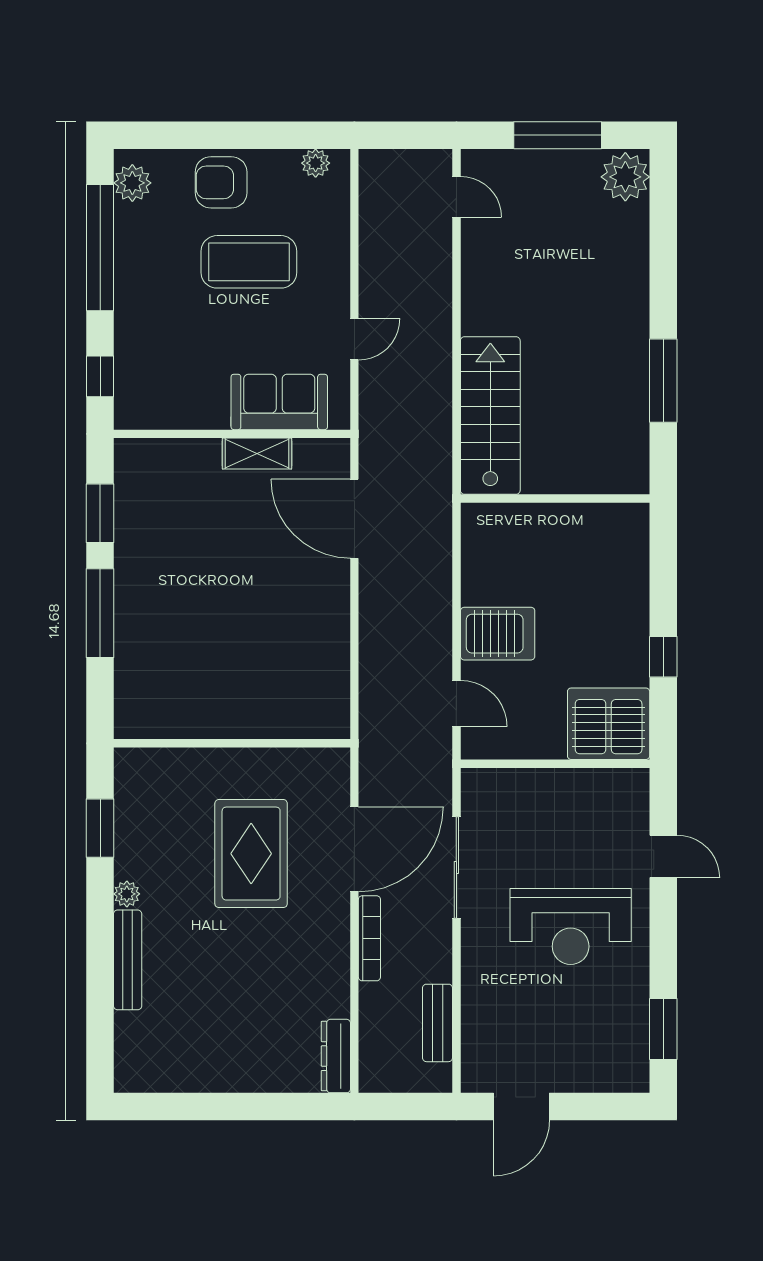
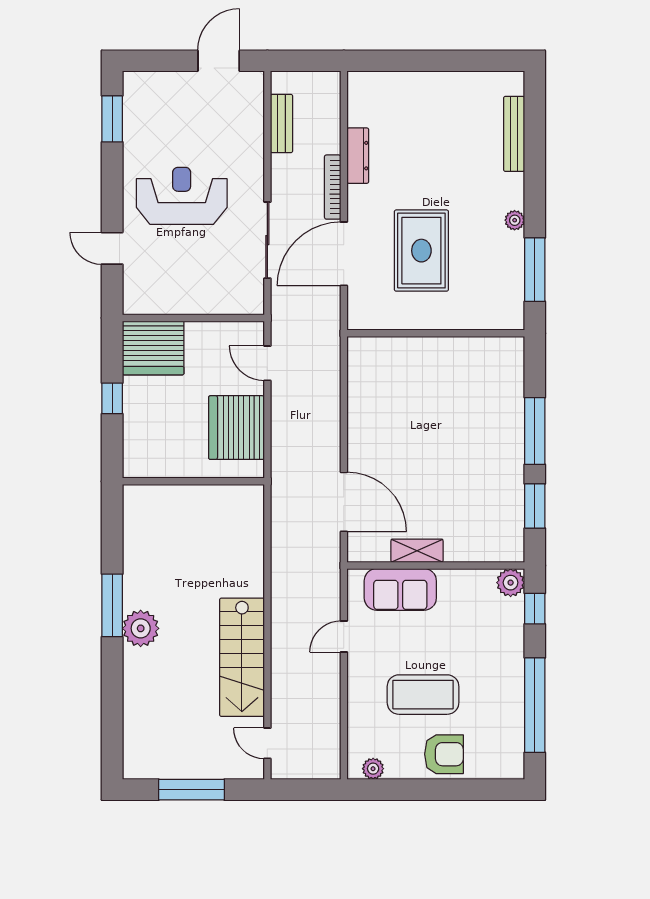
plant: (625, 177) -> (141, 628), moved
plant: (132, 183) -> (511, 583), moved
stairs: (490, 416) -> (242, 657), moved
wall: (555, 498) -> (193, 481), moved
server rack: (498, 634) -> (236, 428), width x1.60
window: (100, 828) -> (535, 270), width x1.44
bench: (128, 960) -> (514, 134), moved
dresser: (336, 1056) -> (358, 156), moved

